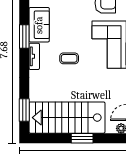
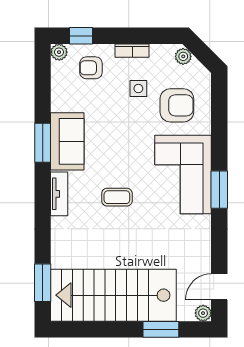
window: (24, 37) -> (43, 143), moved
window: (82, 138) -> (161, 329), moved

